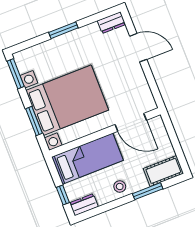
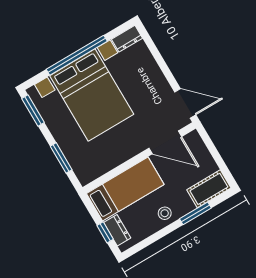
window: (63, 30) -> (77, 55), width x2.11
door: (138, 48) -> (185, 103), moved
bed with nightstands: (67, 100) -> (92, 95), moved, turned 90
dresser: (84, 205) -> (117, 230), moved, turned 90

